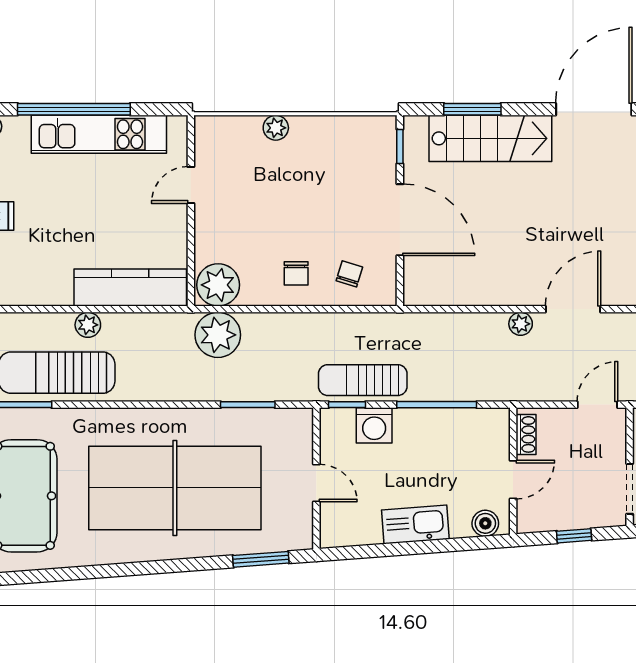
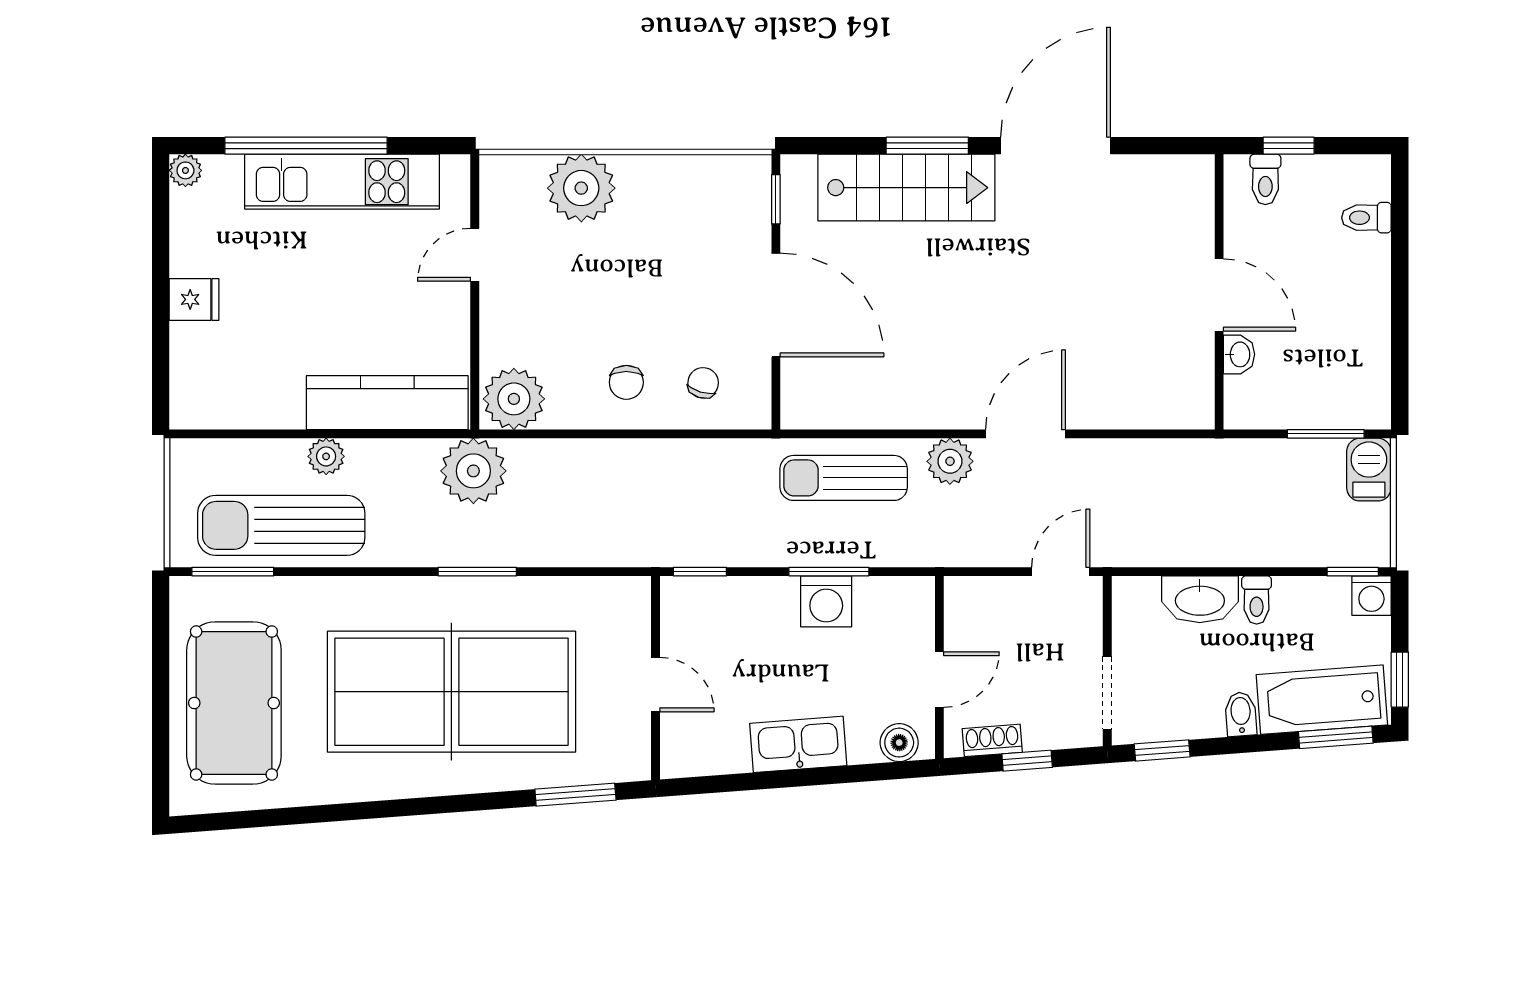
window: (472, 109) -> (927, 146), moved
plant: (276, 128) -> (581, 188), width x1.87, depth x1.87
plant: (521, 324) -> (950, 461), width x1.38, depth x1.38
plant: (218, 335) -> (473, 471), moved
sun lounger: (363, 380) -> (844, 478), moved
window: (248, 405) -> (477, 572), moved
window: (437, 405) -> (829, 572), width x0.69
washing machine: (374, 425) -> (826, 601), moved
shoe rack: (526, 434) -> (992, 740), moved, turned -94

